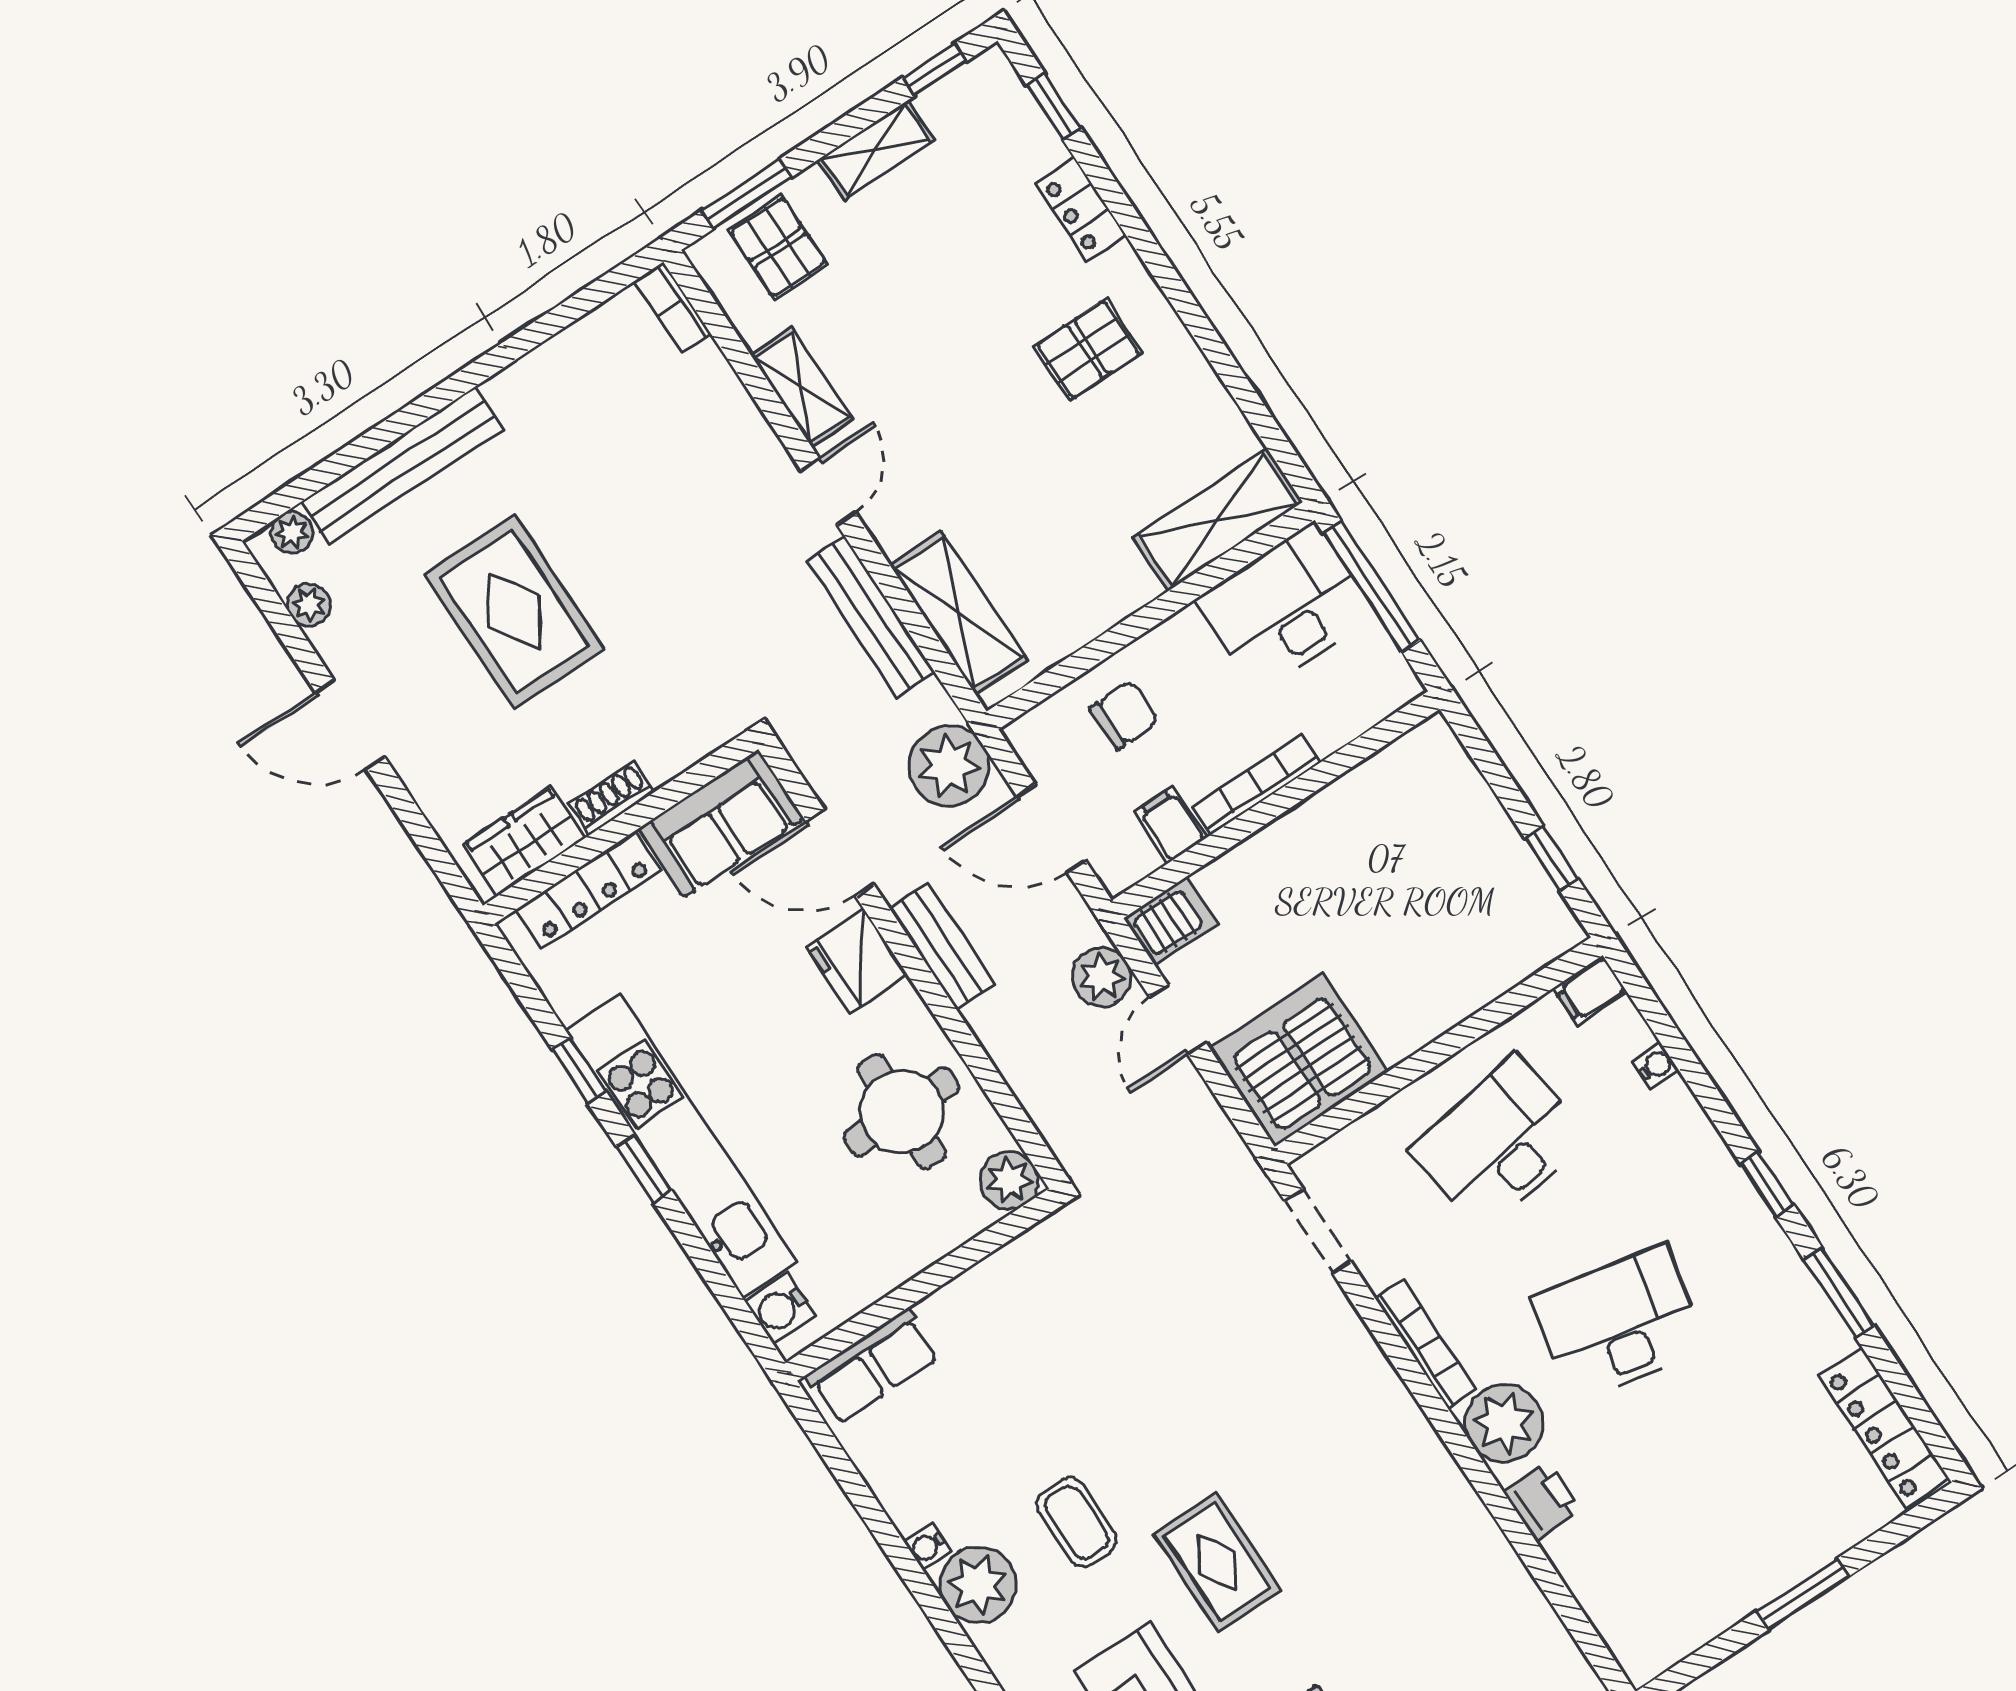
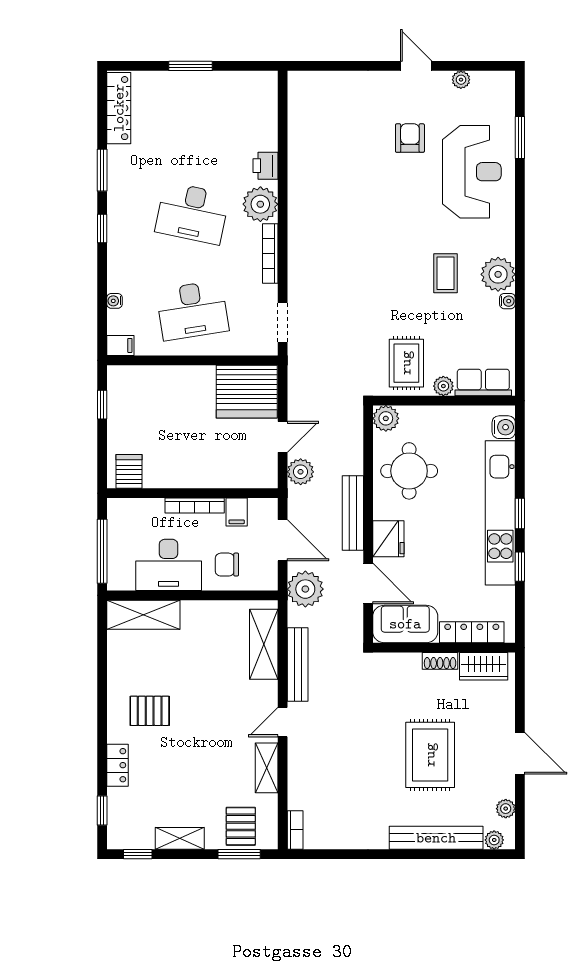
desk: (1286, 607) -> (169, 565), moved
server rack: (1171, 921) -> (129, 471), moved, turned 90
bench: (942, 947) -> (353, 513), width x1.36
plant: (942, 1311) -> (443, 386), added
rug: (1218, 1562) -> (406, 363), moved

